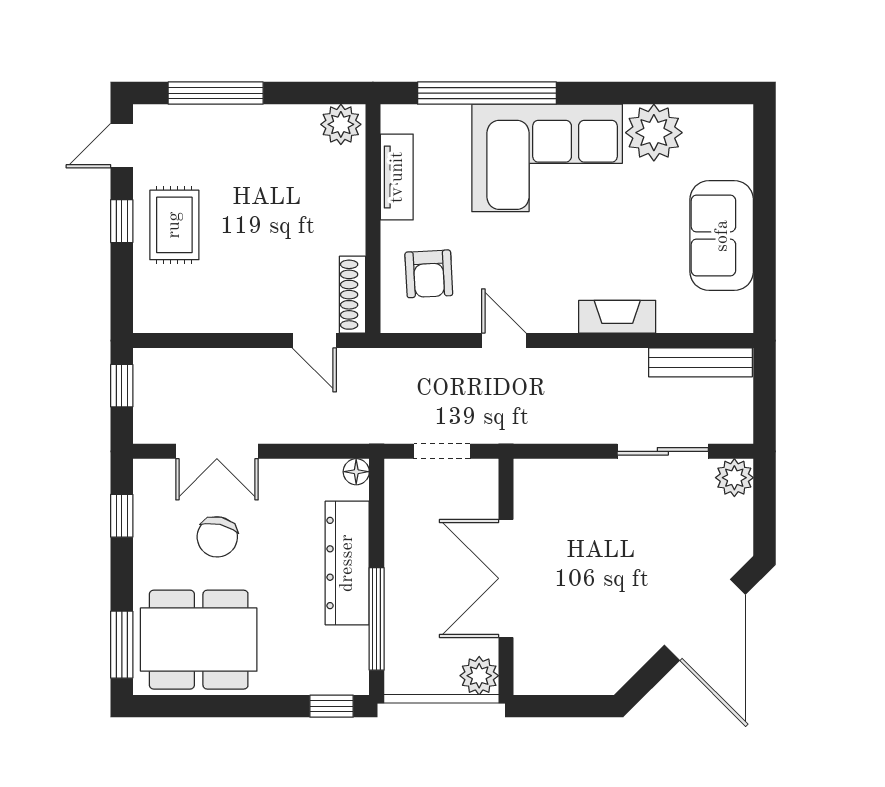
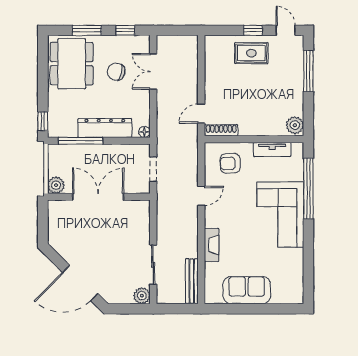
plant: (654, 133) -> (291, 261), removed
window: (122, 386) -> (182, 30), removed
window: (122, 645) -> (87, 30), moved

